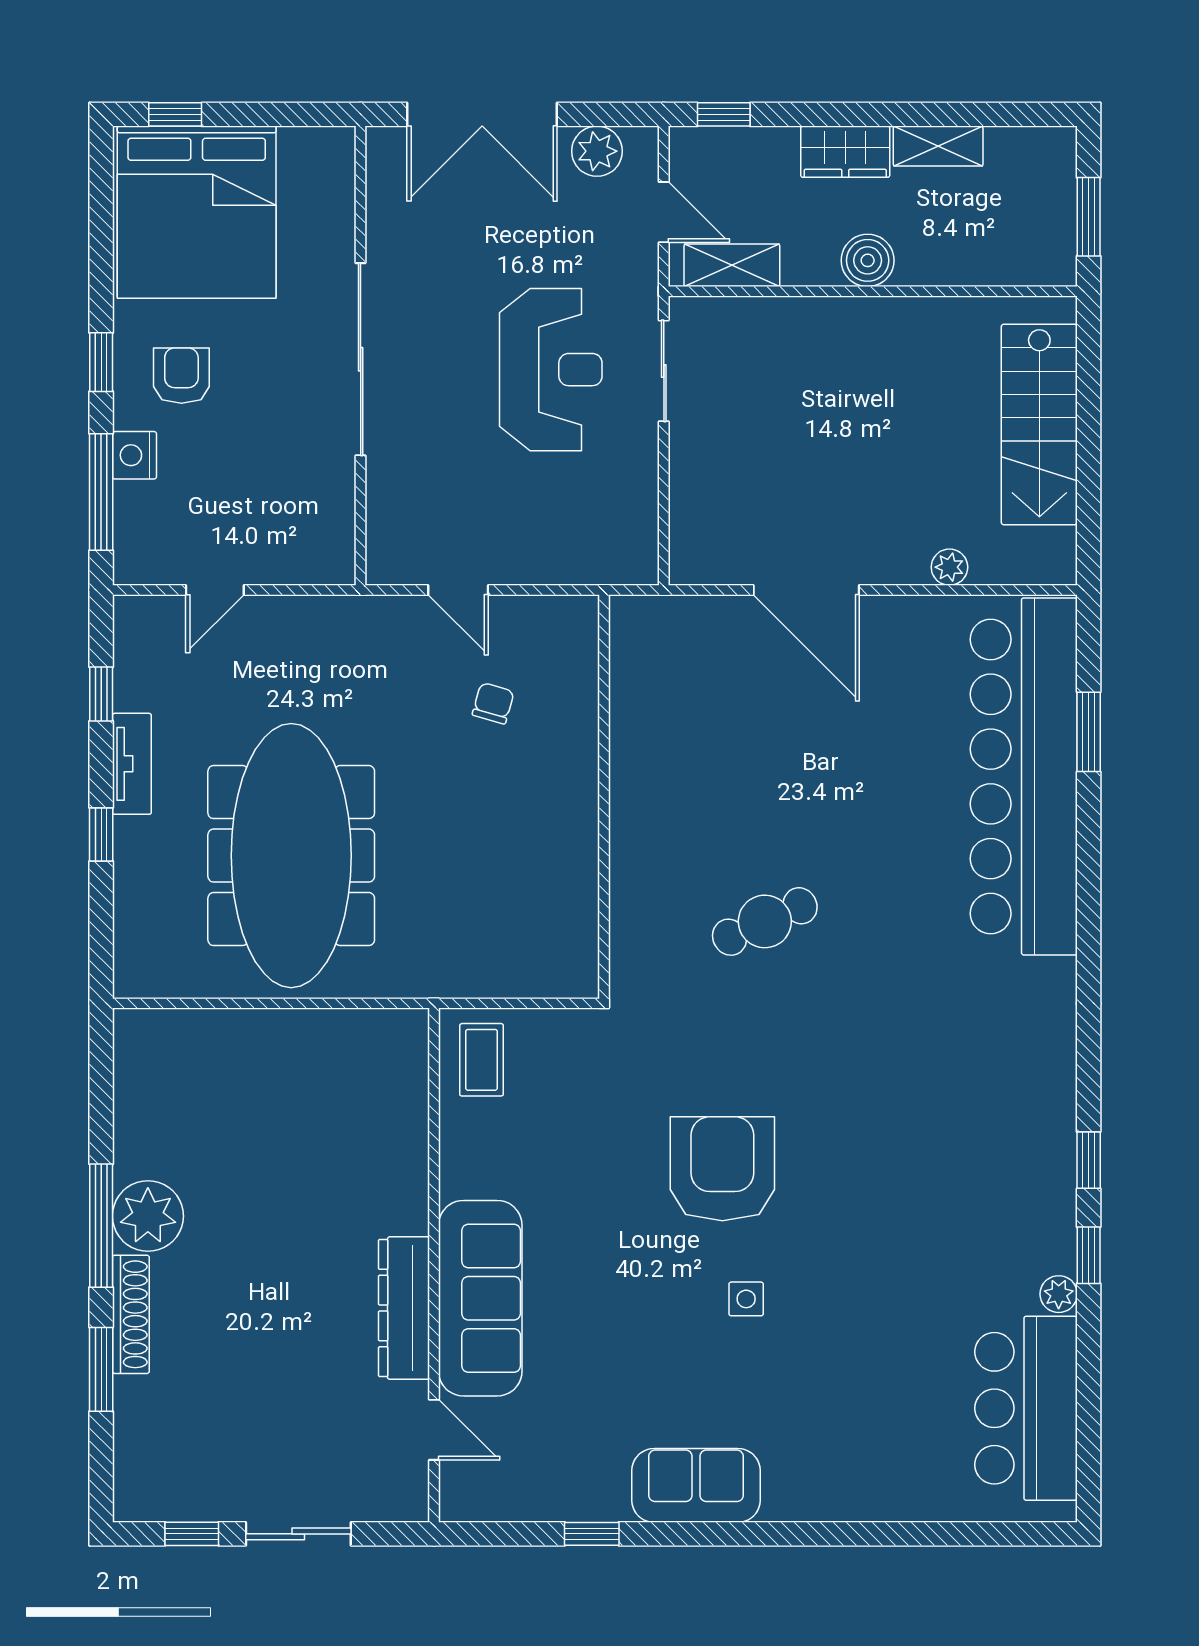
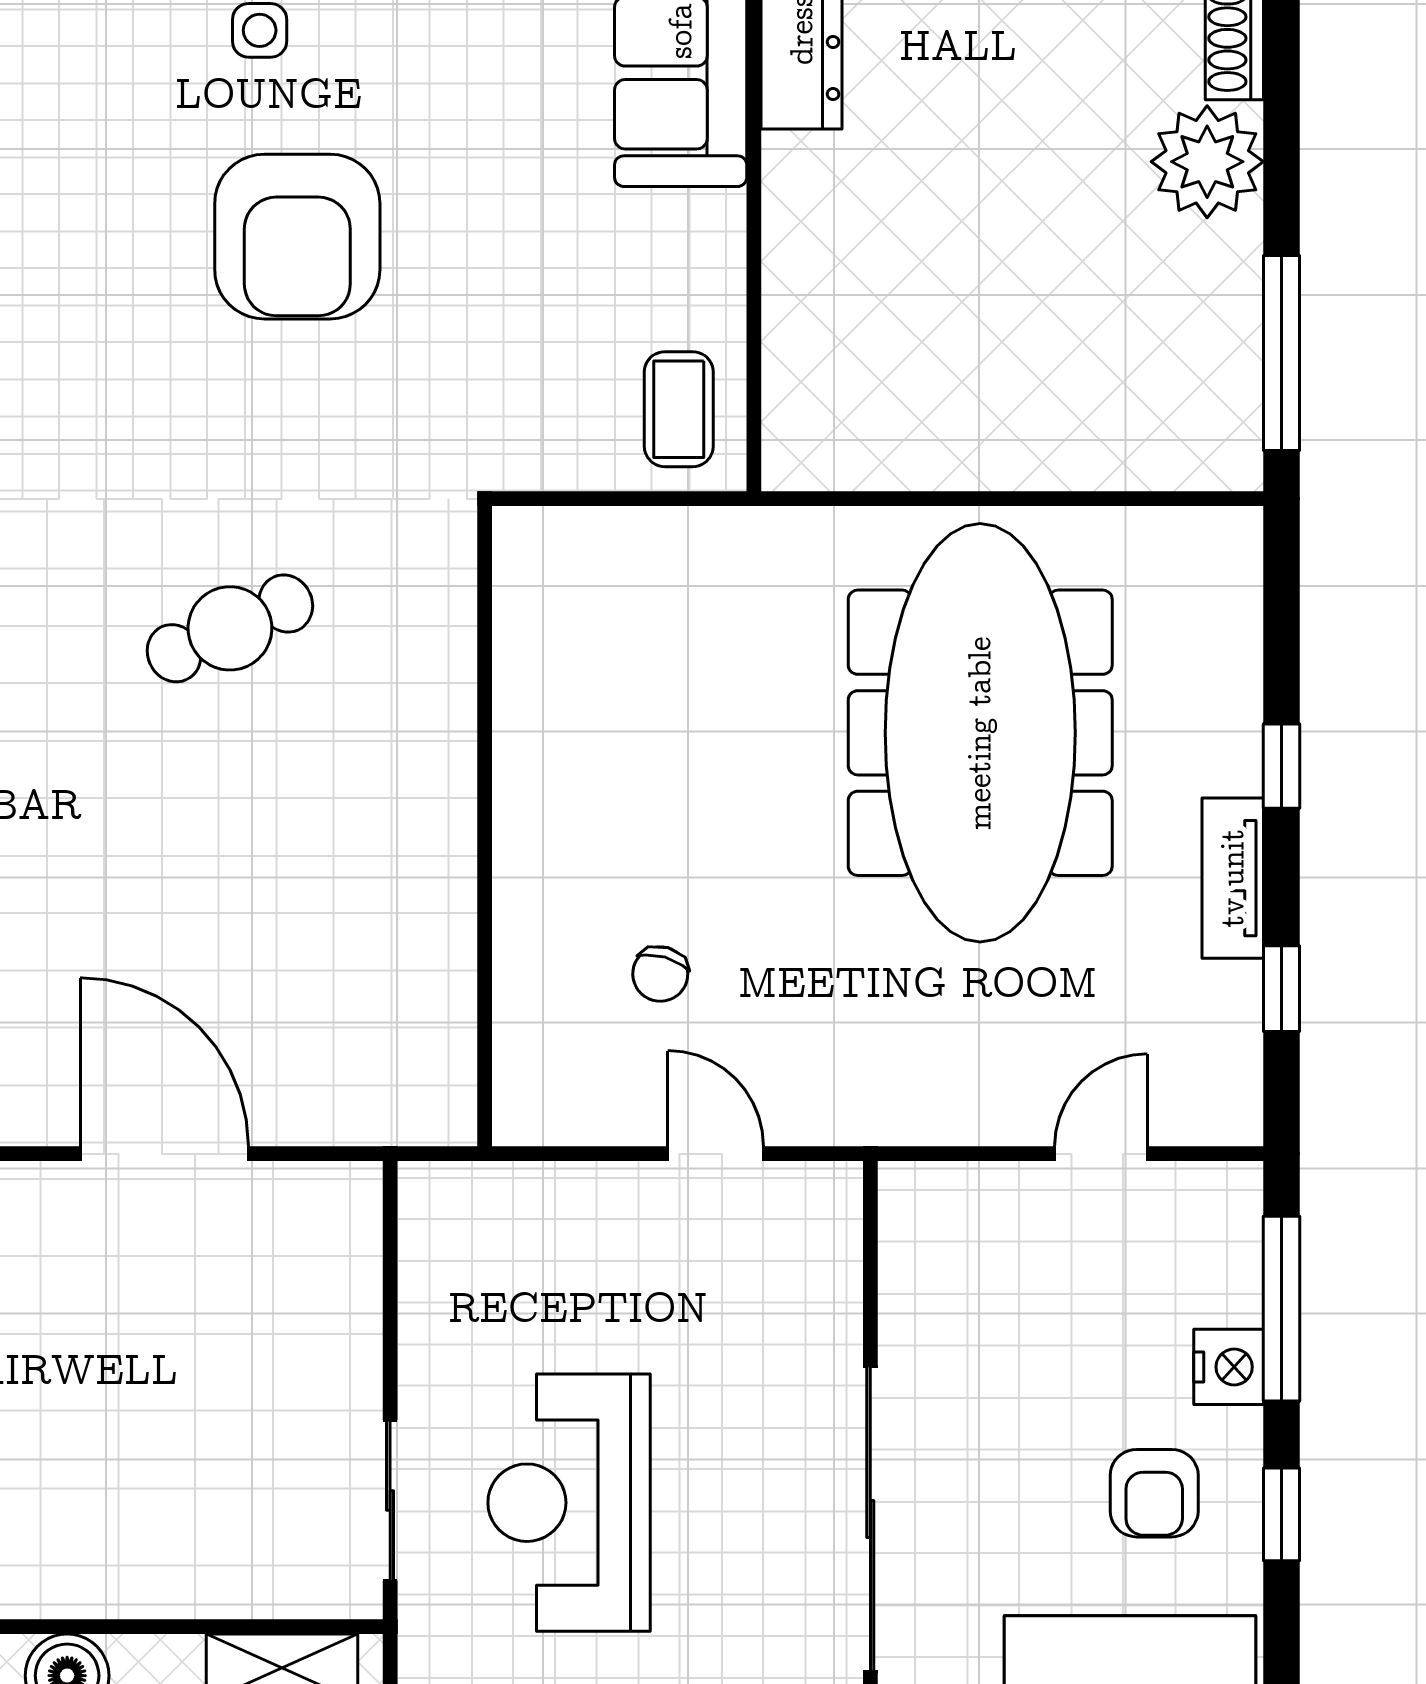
window: (101, 1226) -> (1281, 353), moved

